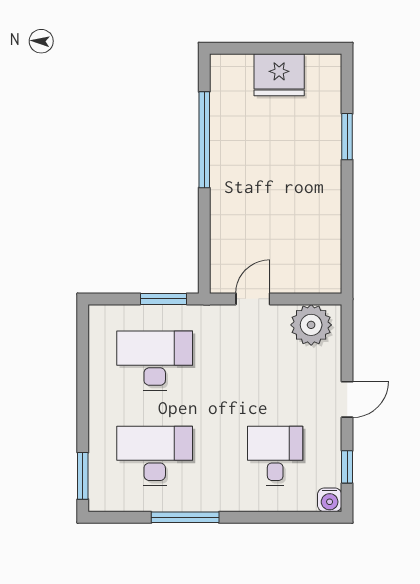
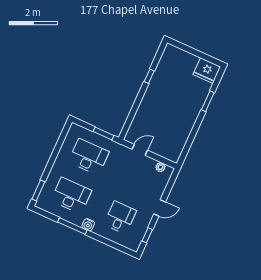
fridge: (279, 75) -> (207, 71), moved
window: (204, 140) -> (149, 76), width x0.32
plant: (311, 325) -> (160, 167), width x0.53, depth x0.53
water cooler: (330, 500) -> (88, 225), moved

